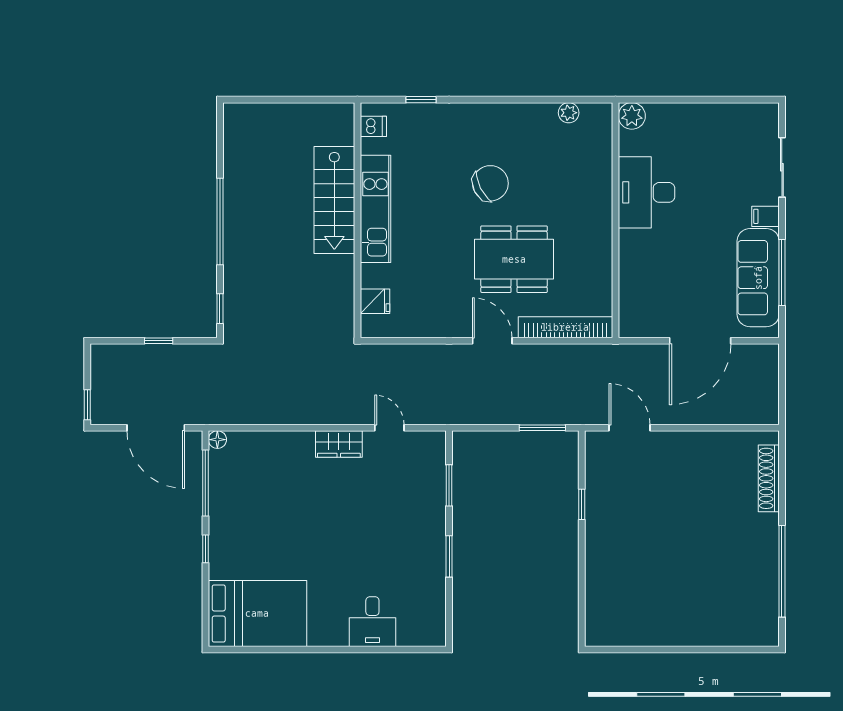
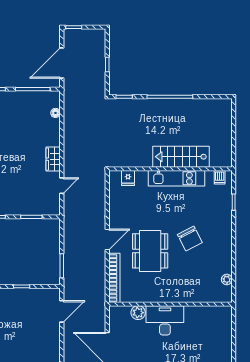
plant: (632, 116) -> (138, 313), moved
desk: (647, 192) -> (165, 320), moved
floor lamp: (217, 440) -> (55, 113), moved

